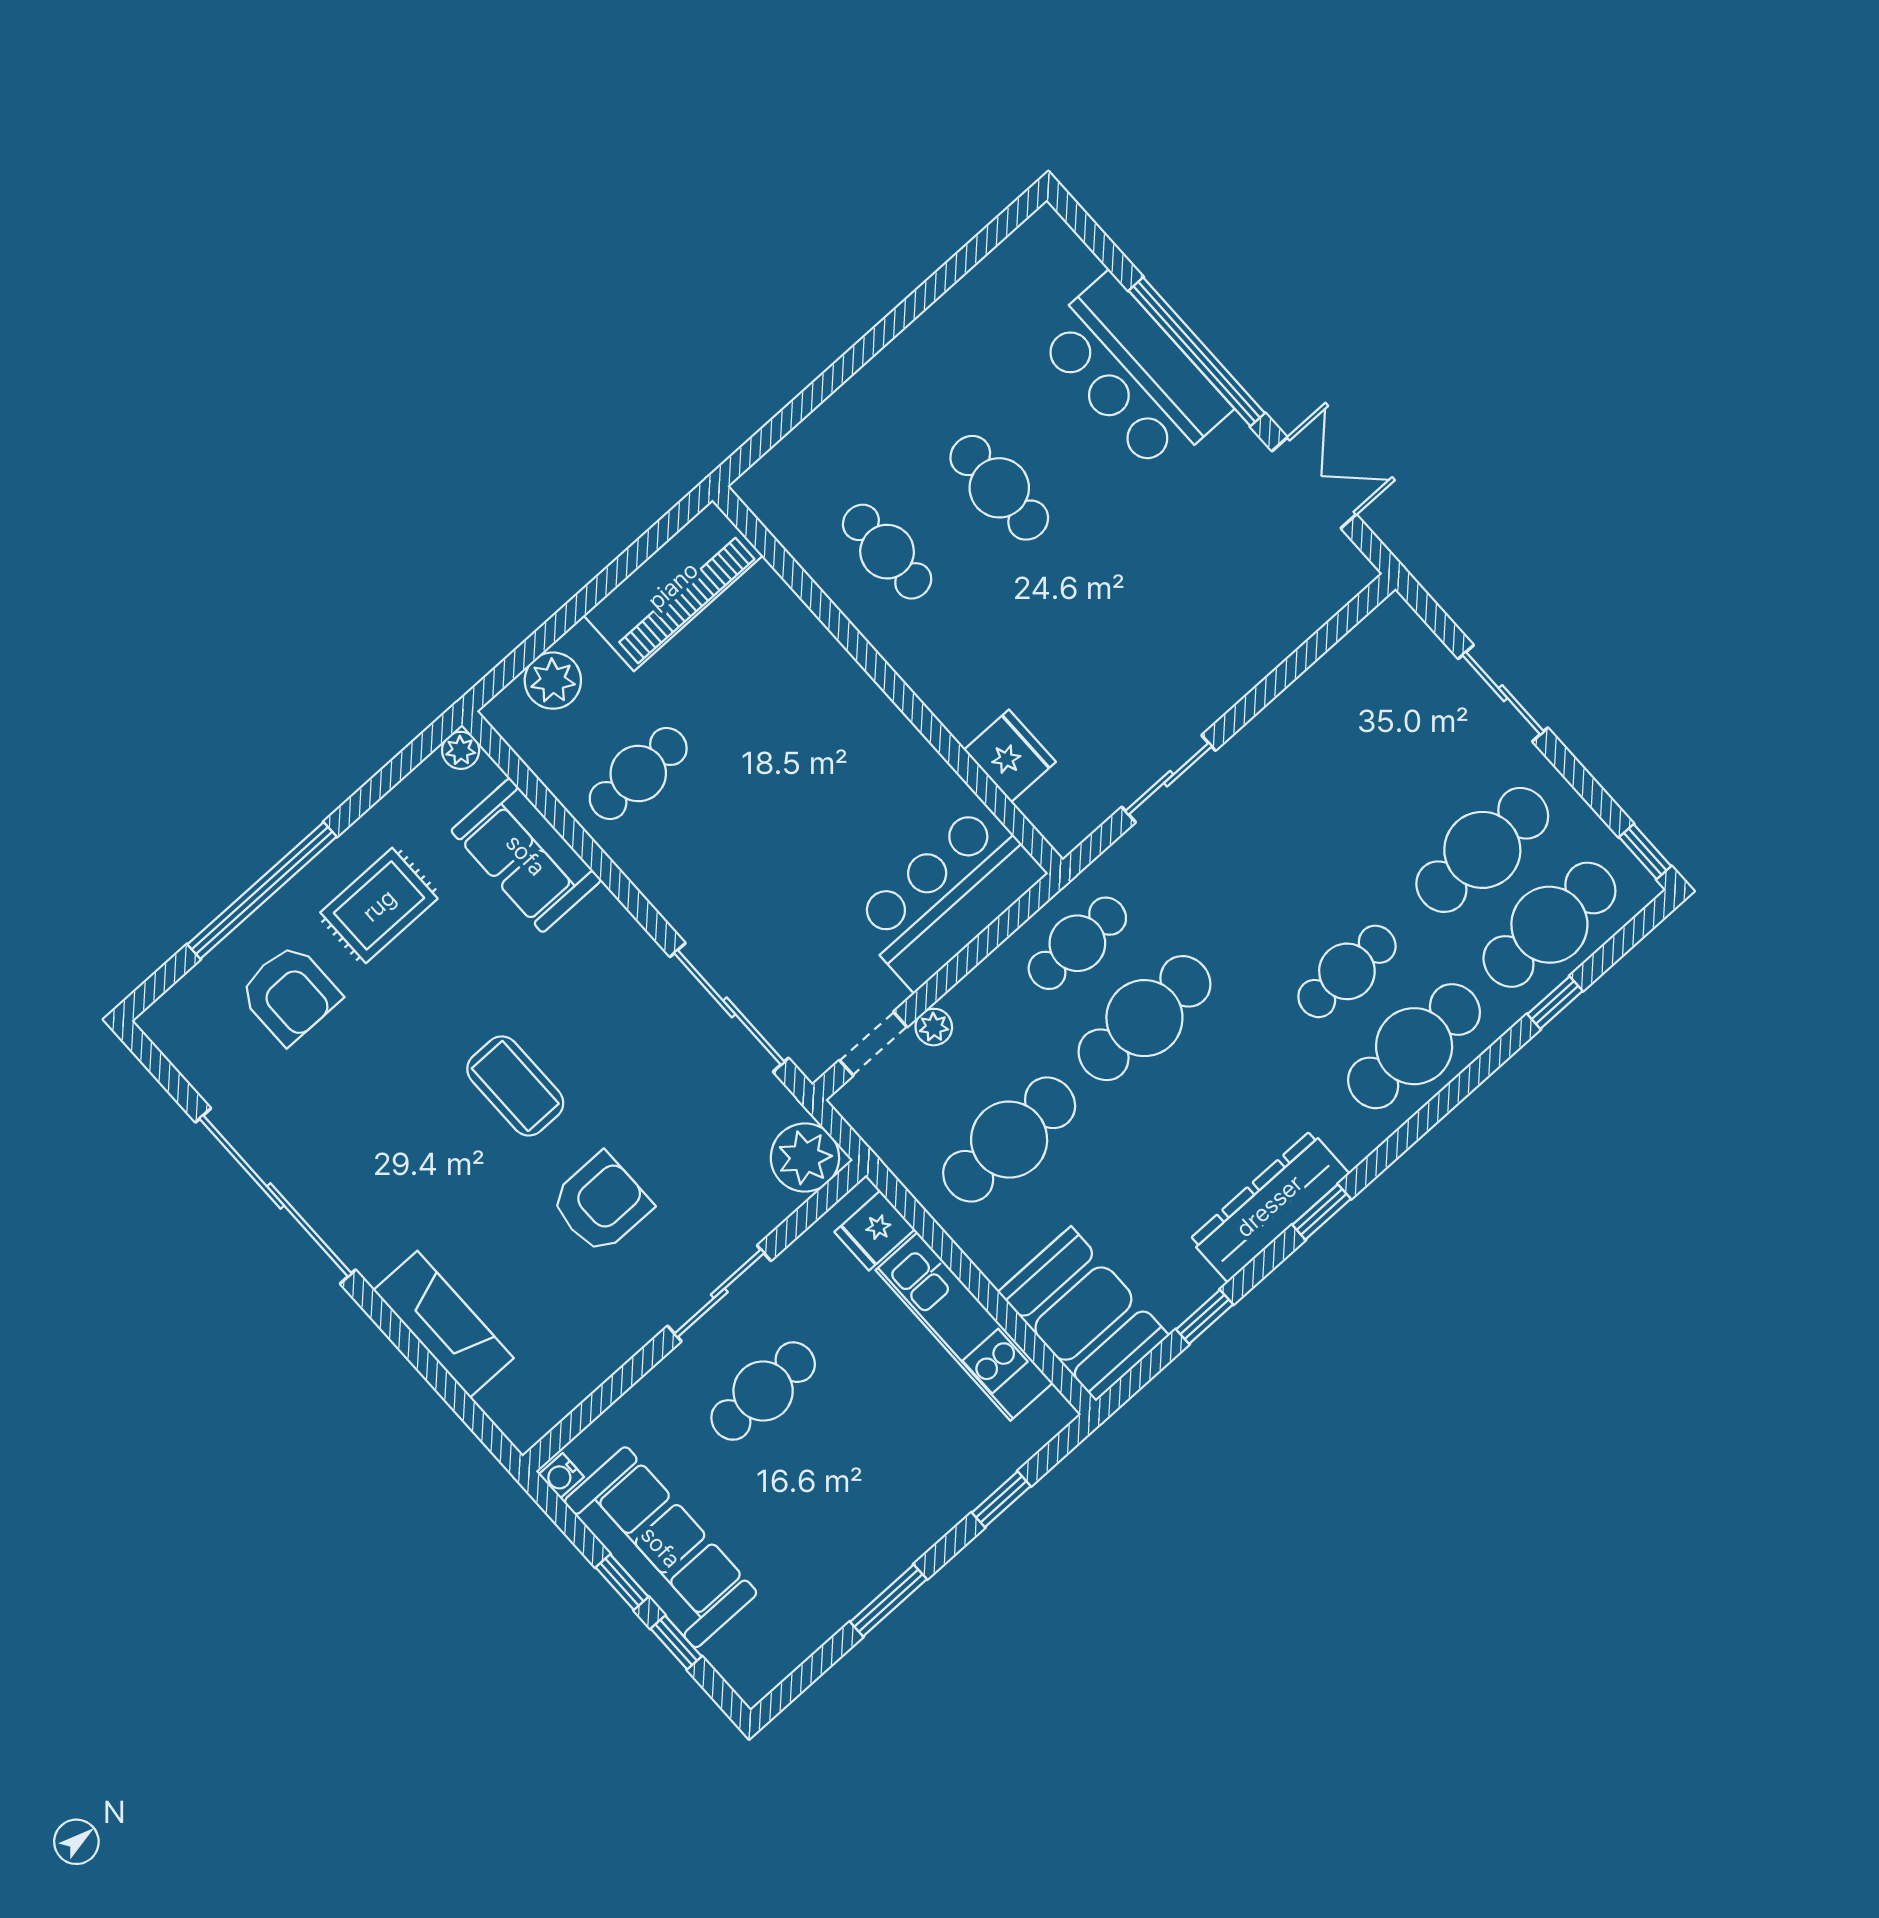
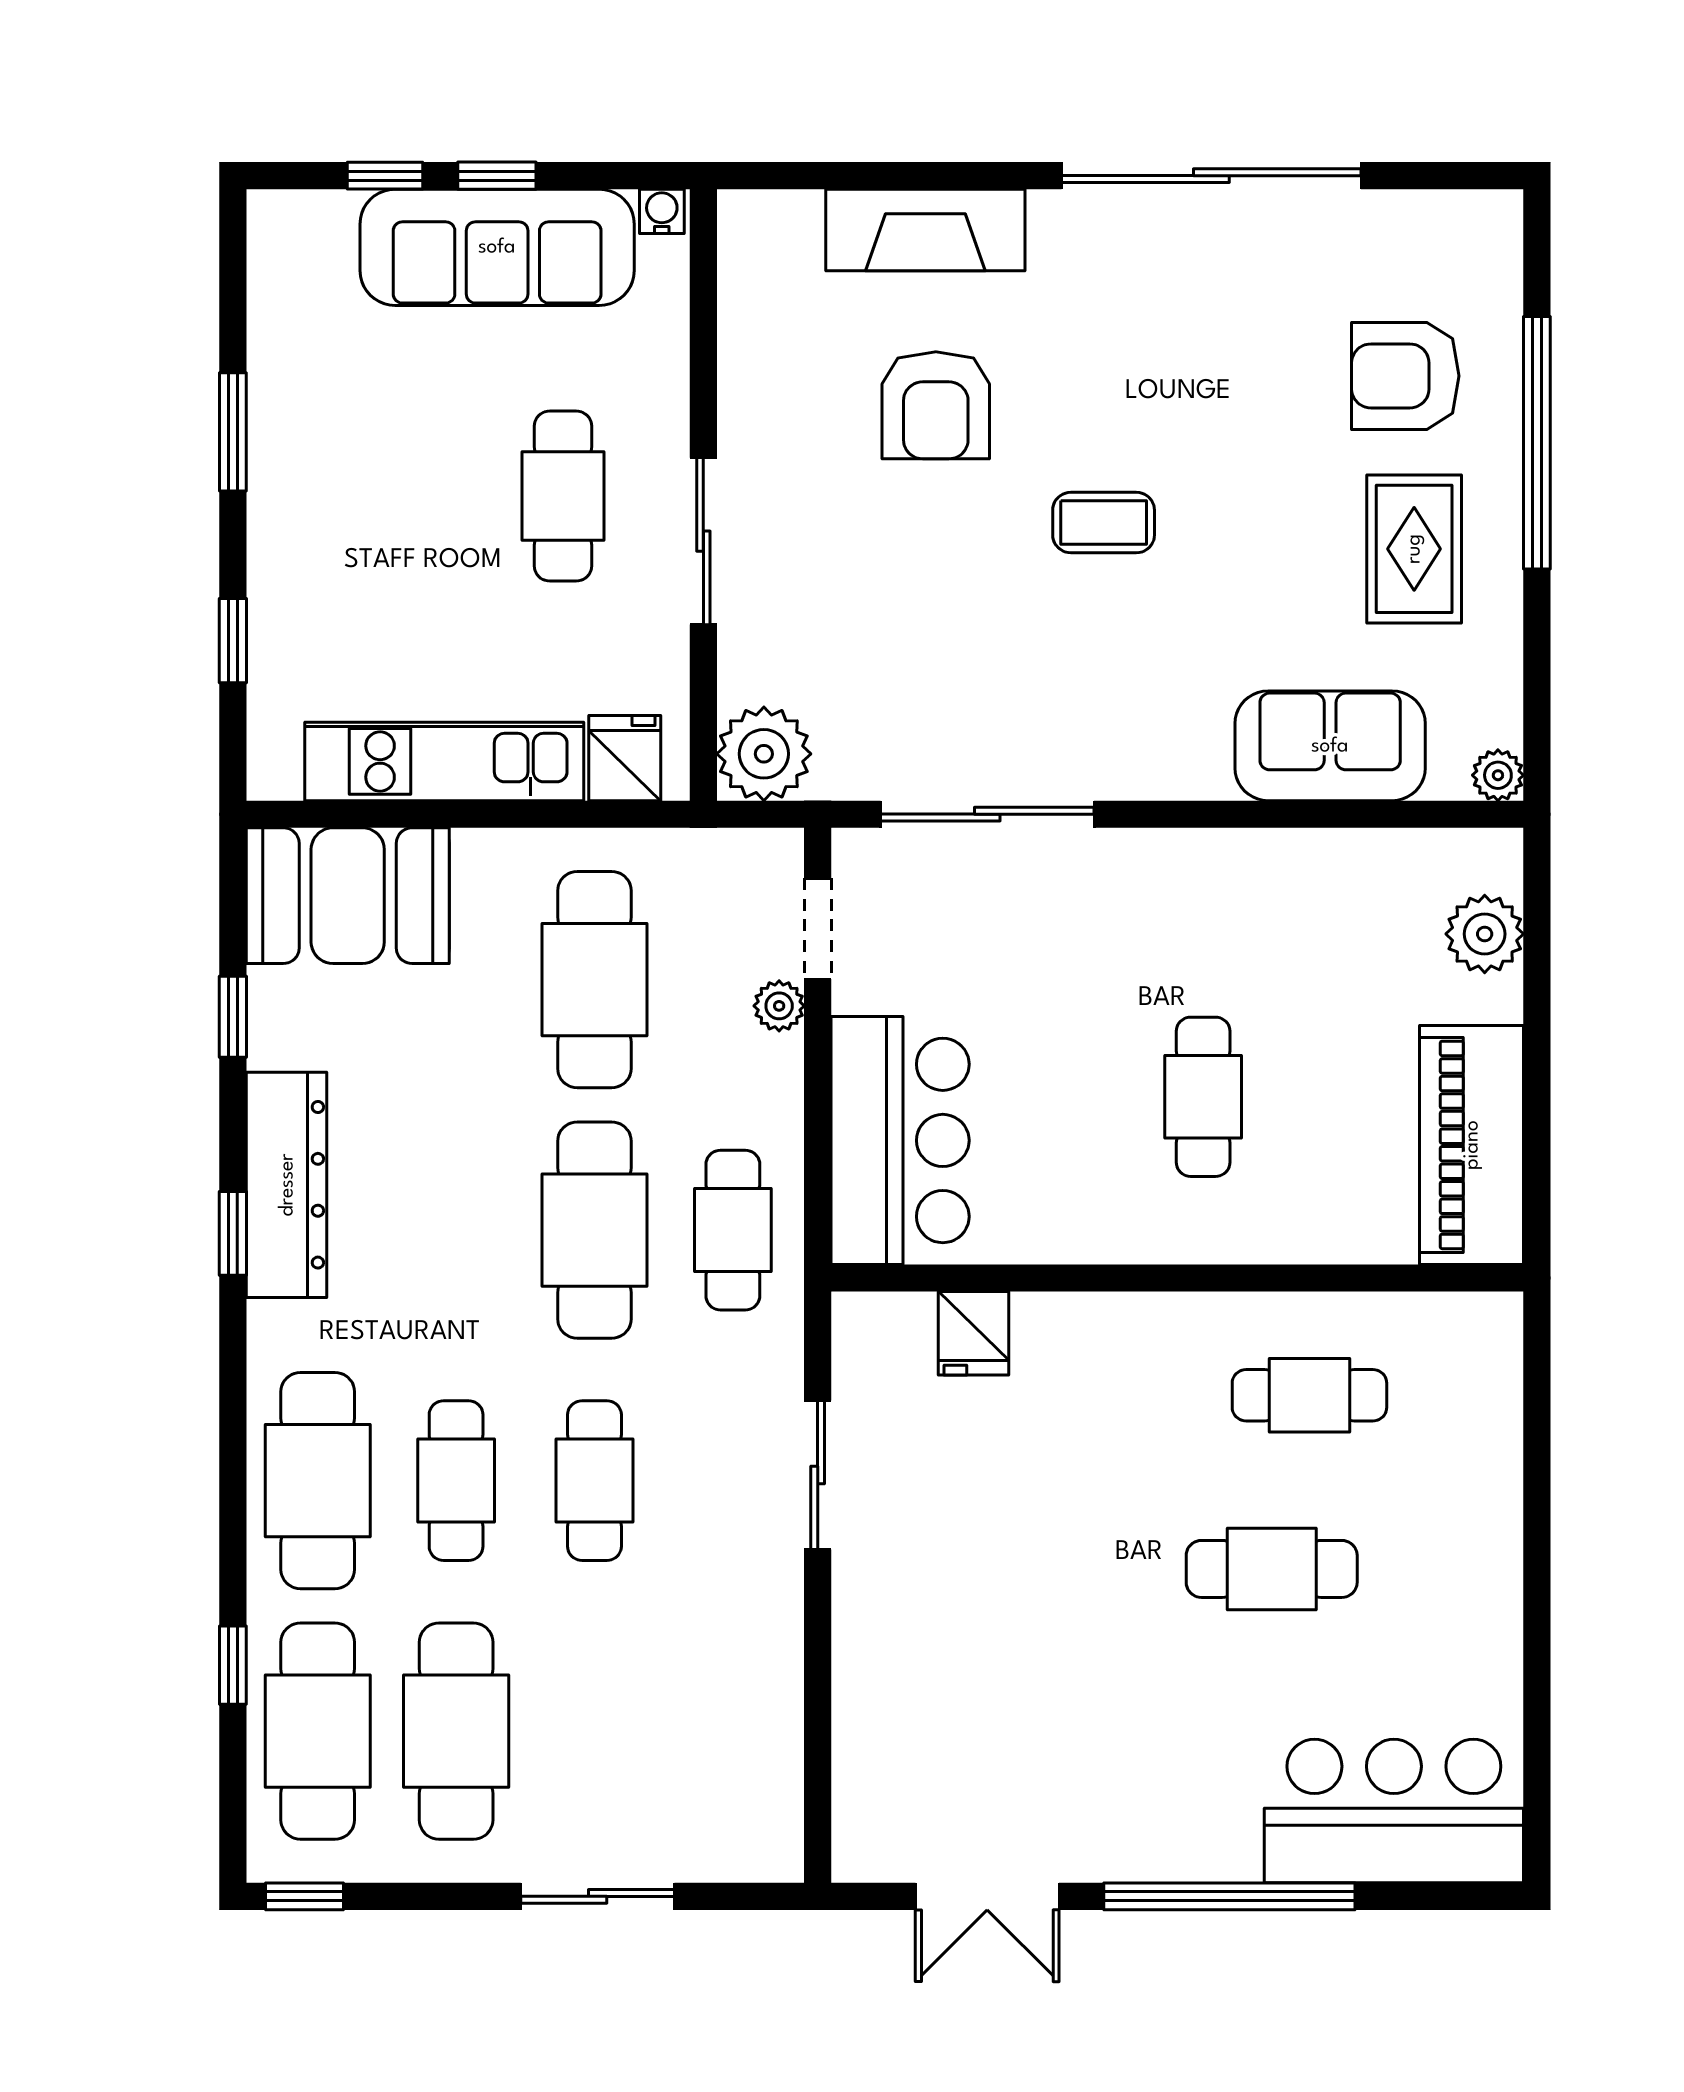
bar counter: (1133, 374) -> (1394, 1811), moved
fridge: (1010, 756) -> (974, 1333), width x0.72
cafe table: (638, 773) -> (1203, 1097), moved
cafe table: (1280, 897) -> (594, 1481), added
coffee table: (515, 1086) -> (1104, 523), width x0.73, depth x0.77
armchair: (601, 1203) -> (936, 405), moved

